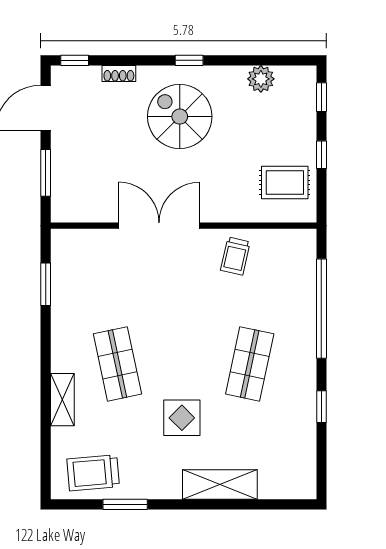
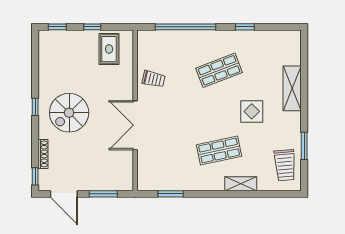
shoe rack: (119, 74) -> (43, 154), width x1.43
plant: (261, 79) -> (46, 64), removed
shop shelf: (250, 364) -> (219, 70), turned -33

